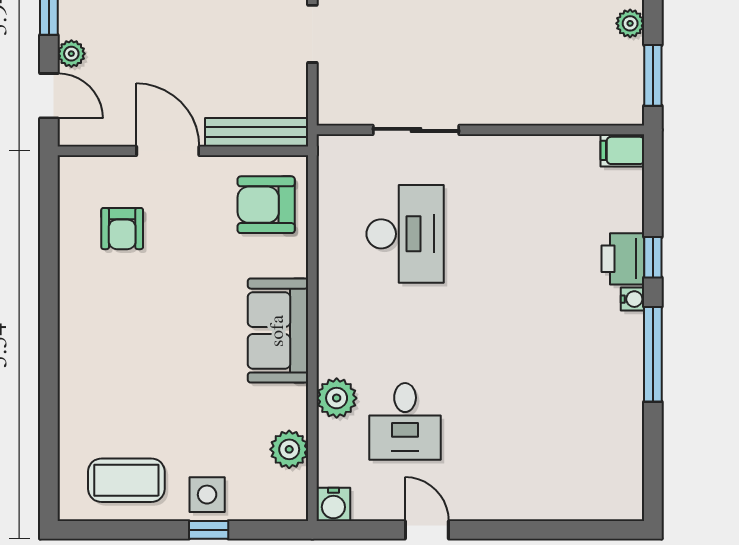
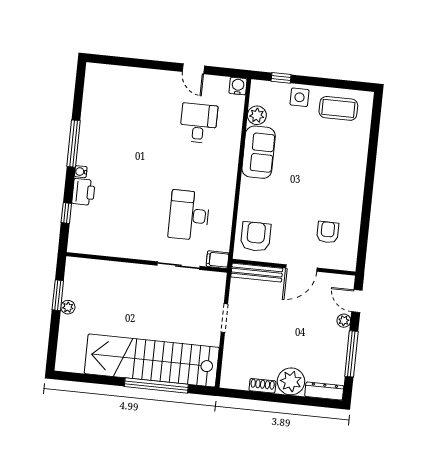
window: (653, 75) -> (58, 295), moved
filing cabinet: (622, 150) -> (218, 260), moved, turned 180
door: (168, 151) -> (301, 268), hinge flipped
armchair: (266, 205) -> (256, 237), turned -90
window: (653, 257) -> (66, 213), moved
sofa: (278, 331) -> (259, 152), moved
plant: (337, 398) -> (231, 138), removed
window: (209, 530) -> (281, 78), moved

